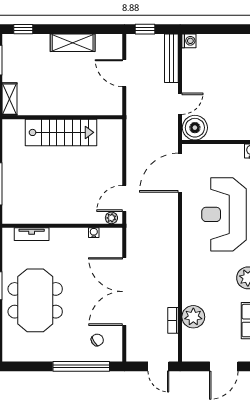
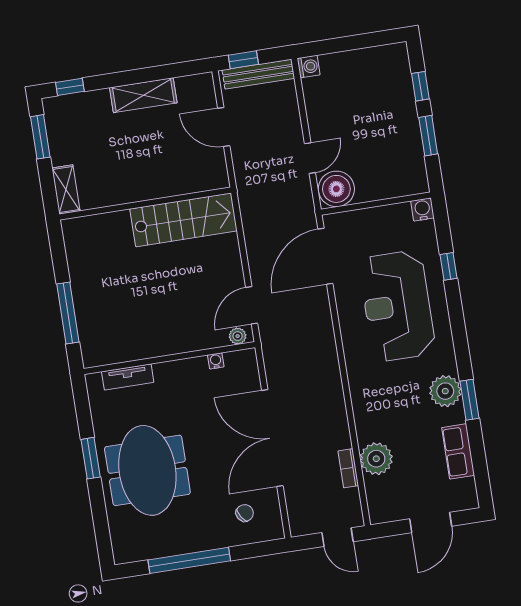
bench: (171, 58) -> (258, 74), moved, turned 90
stairs: (61, 132) -> (184, 220), moved
window: (81, 366) -> (189, 560), moved

